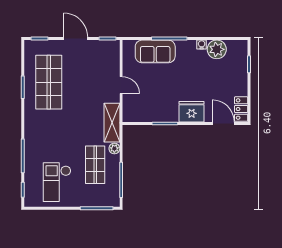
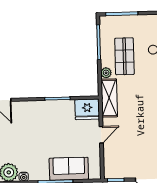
door: (121, 85) -> (101, 135), swing flipped
fridge: (192, 112) -> (87, 109), moved

